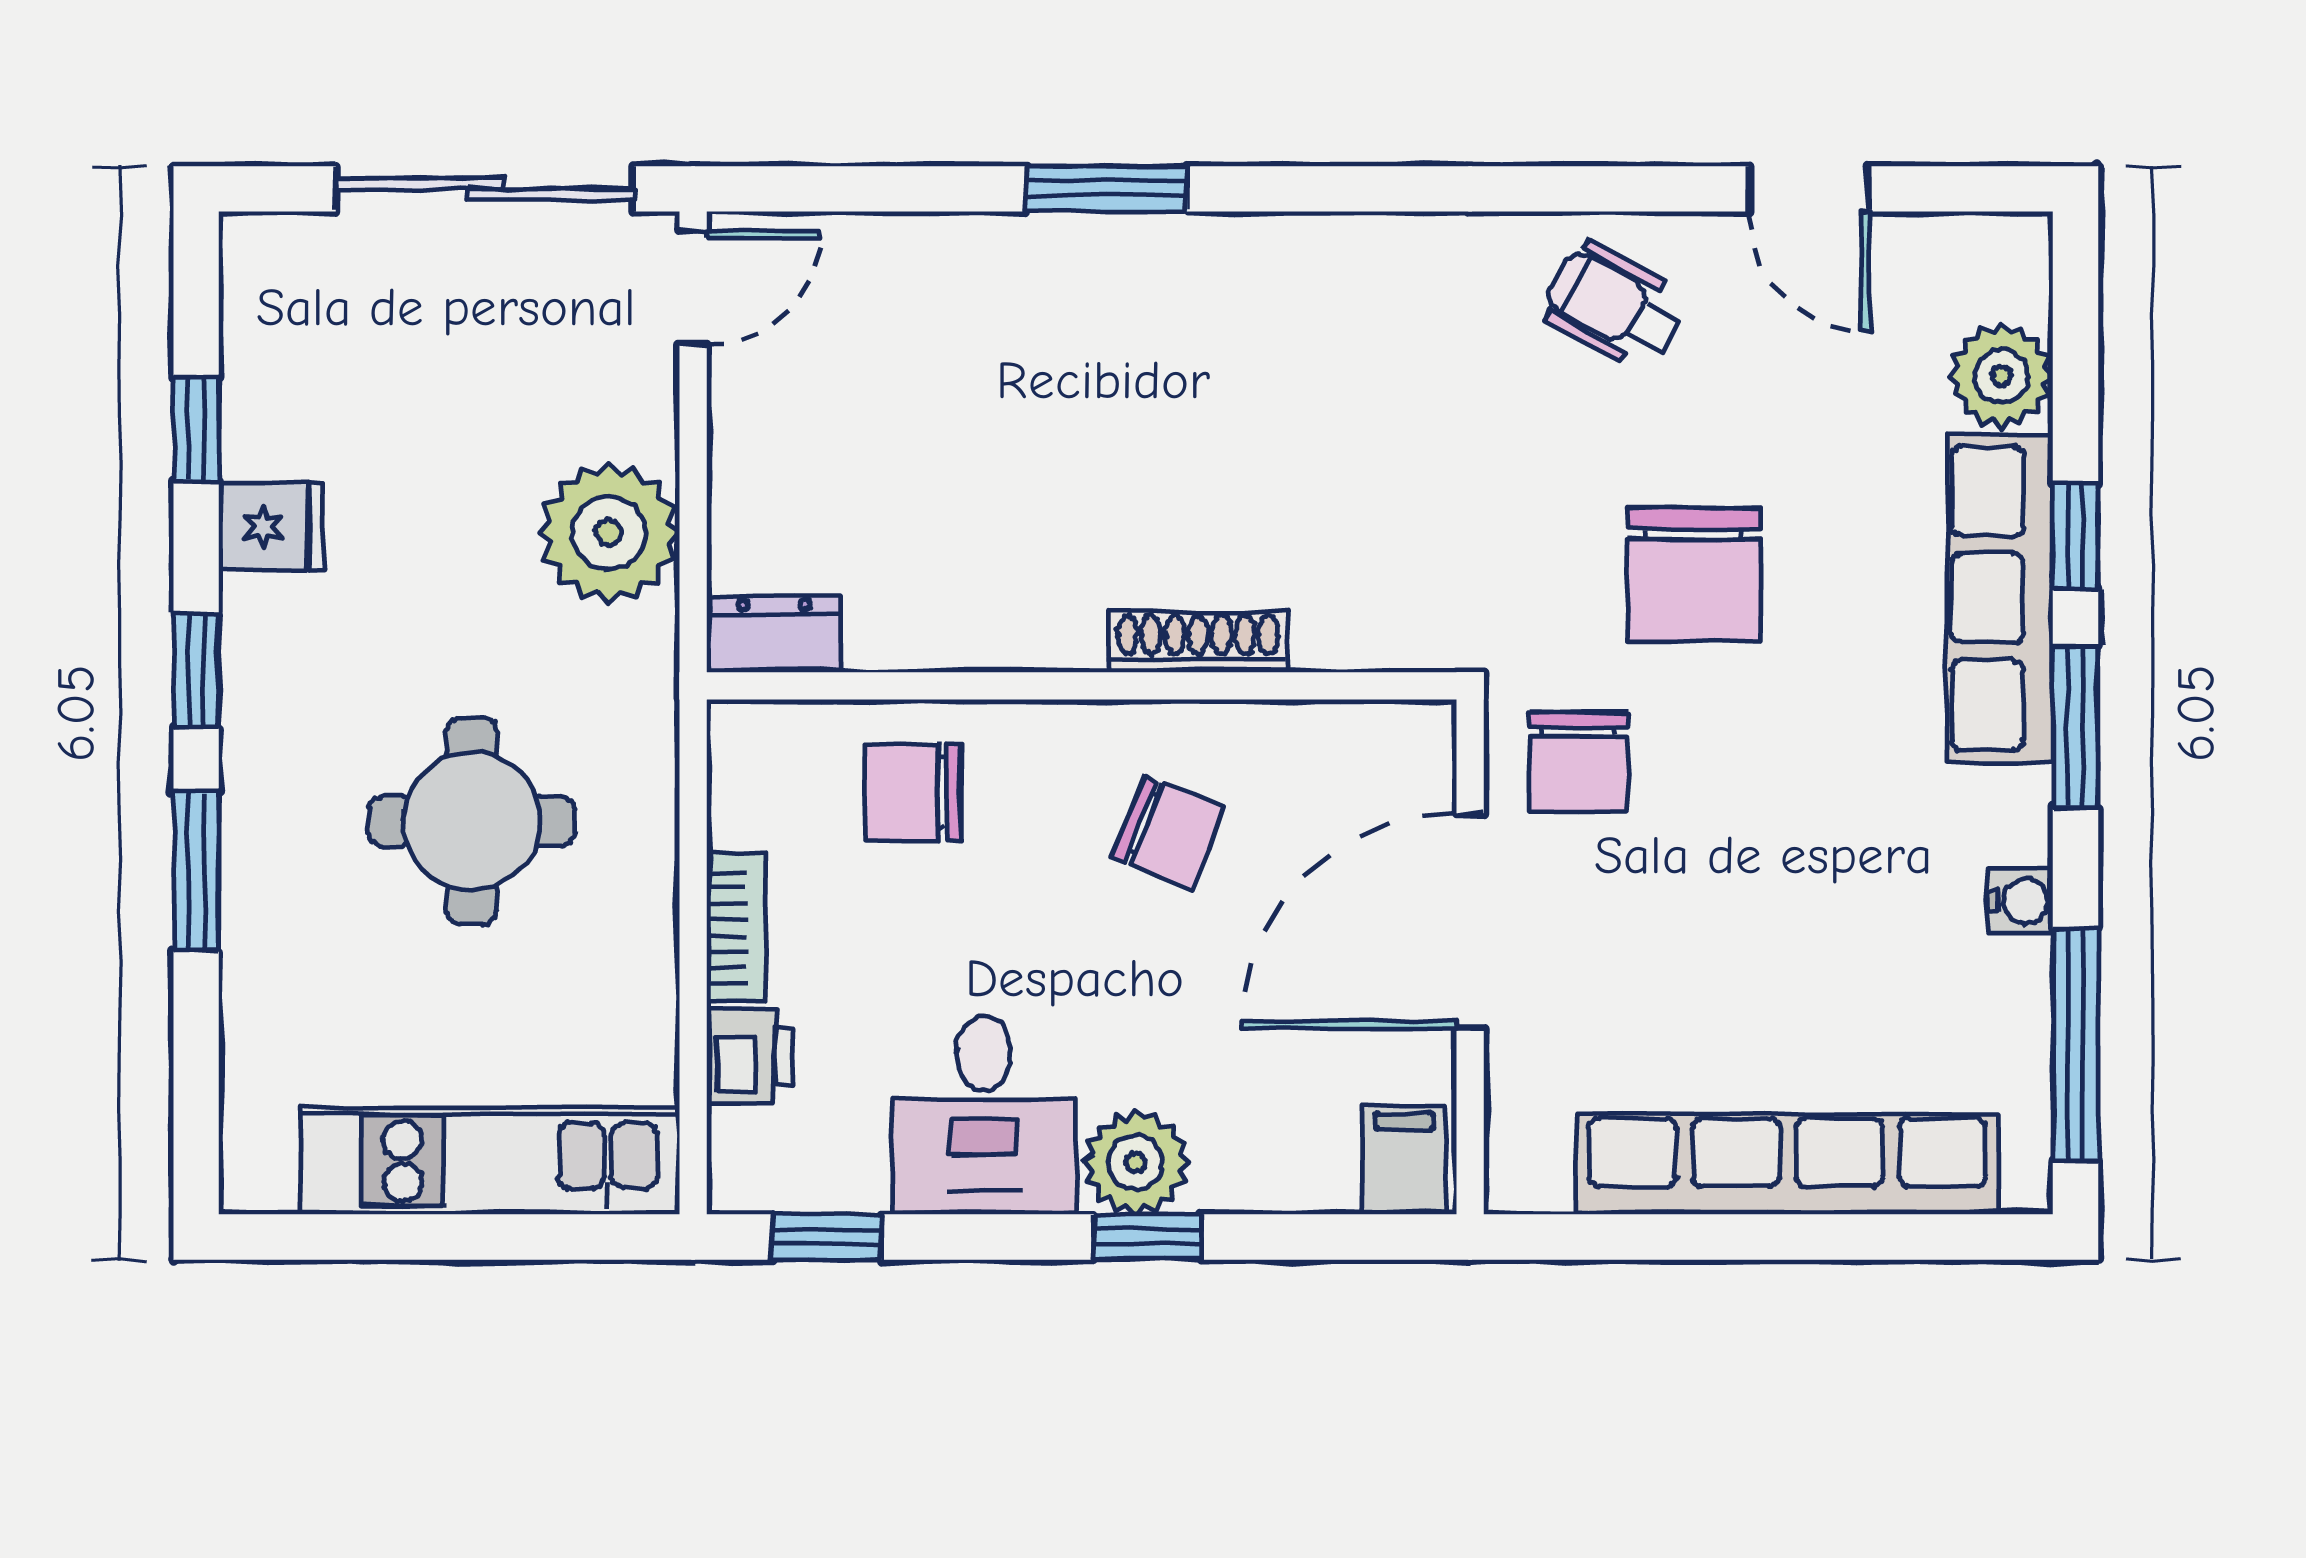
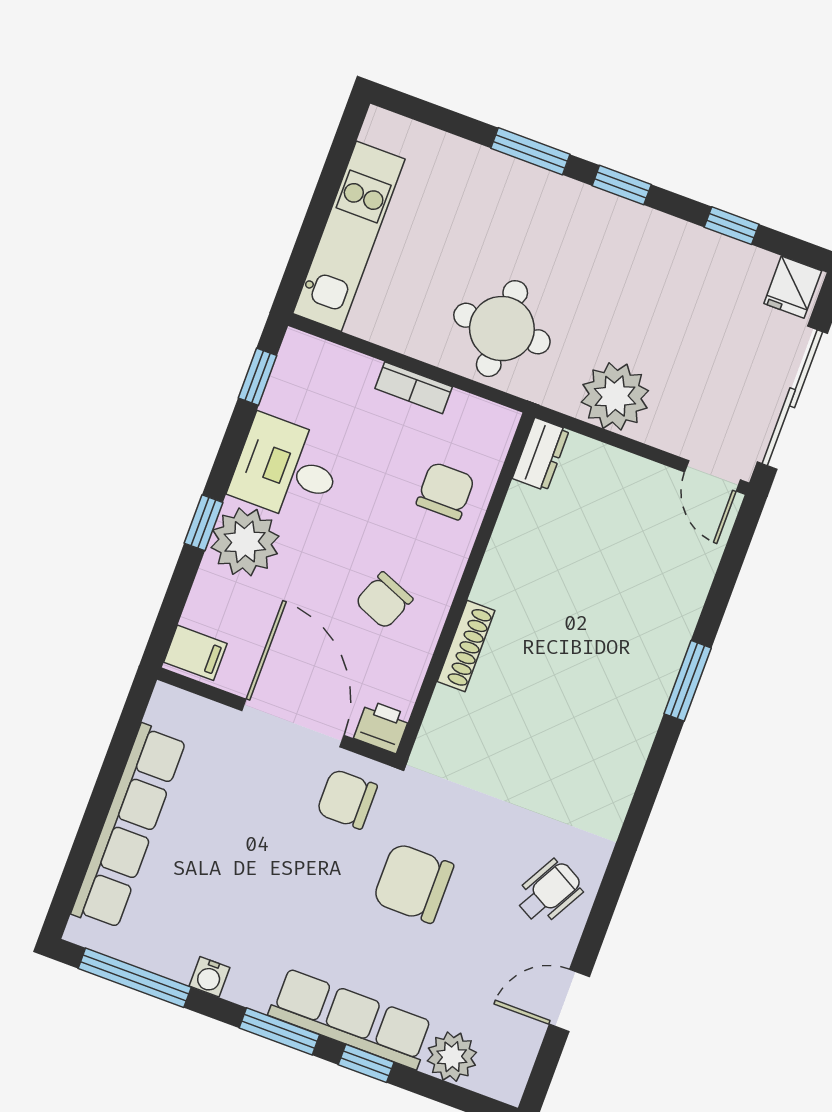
fridge: (271, 527) -> (793, 287), moved
round table: (472, 821) -> (502, 329), moved
printer: (749, 1056) -> (382, 727), moved, turned 180
plant: (1136, 1162) -> (245, 542), width x1.36, depth x1.36

